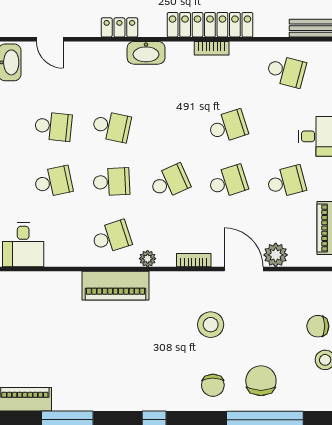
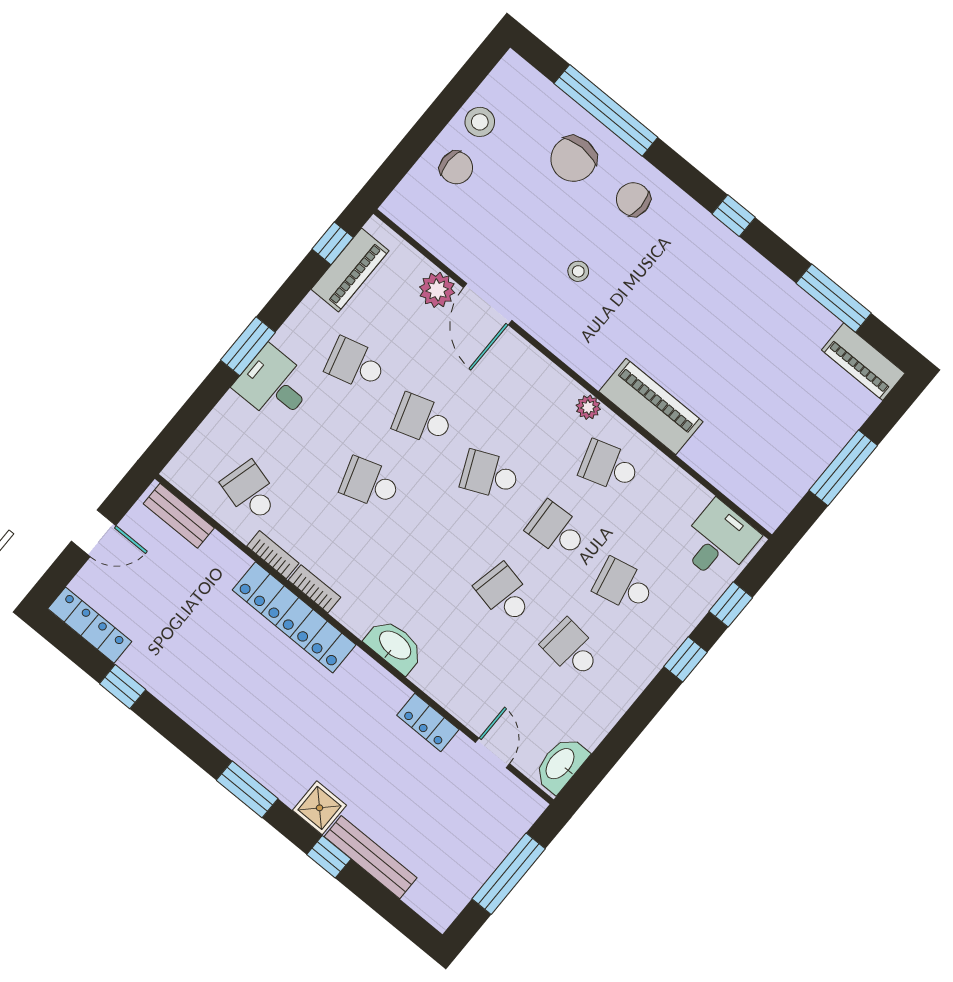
locker: (119, 27) -> (428, 722), moved
bookcase: (194, 260) -> (273, 555), moved, turned 180
stool: (211, 325) -> (578, 271), width x0.53, depth x0.53
chair: (213, 385) -> (633, 199), turned -90

